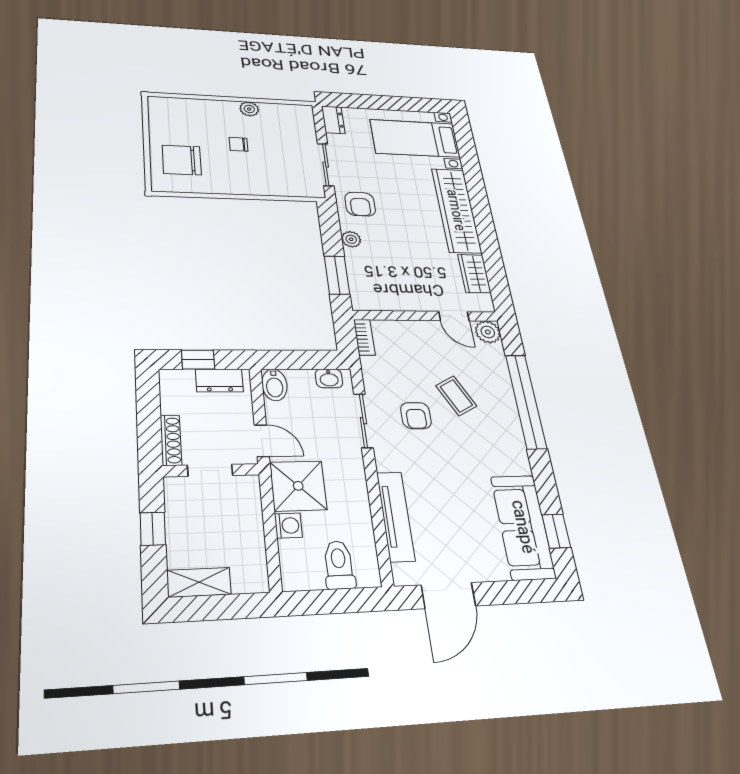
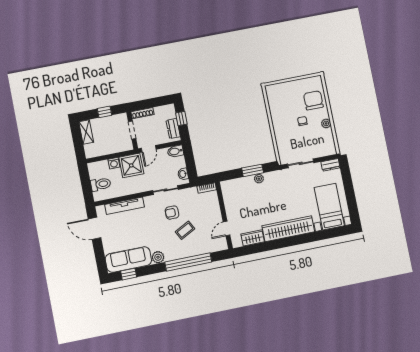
chair: (182, 160) -> (313, 100), moved
armchair: (360, 204) -> (281, 182), removed
window: (337, 275) -> (253, 170), moved
plant: (488, 332) -> (158, 257), moved

